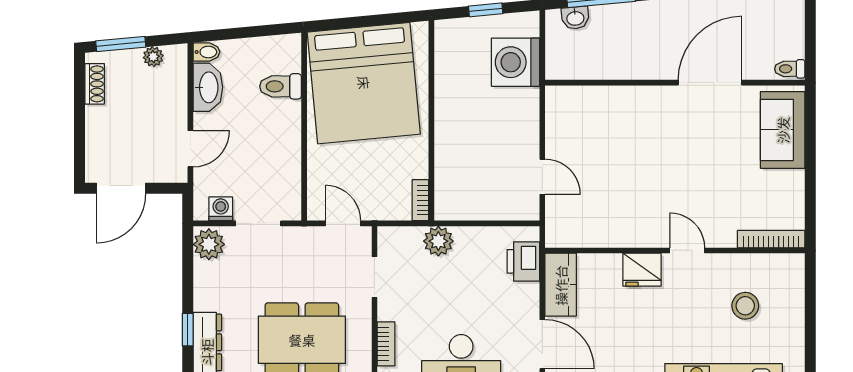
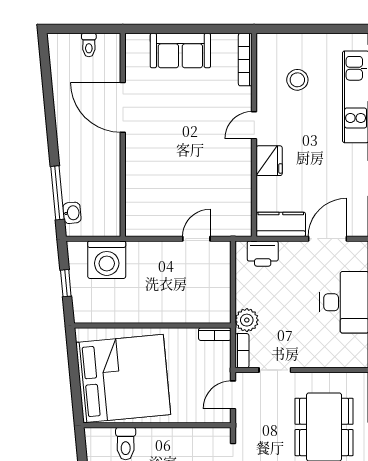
toilet: (790, 69) -> (89, 45), moved
sofa: (783, 130) -> (180, 51), moved
bookcase: (386, 344) -> (242, 351), moved, turned 90

